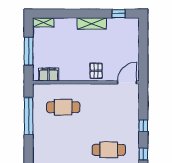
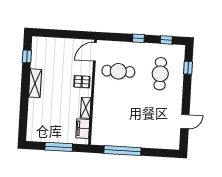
shelving: (43, 22) -> (86, 108), moved
door: (127, 82) -> (95, 52), hinge flipped
cafe table: (63, 107) -> (118, 71), moved, turned 90

